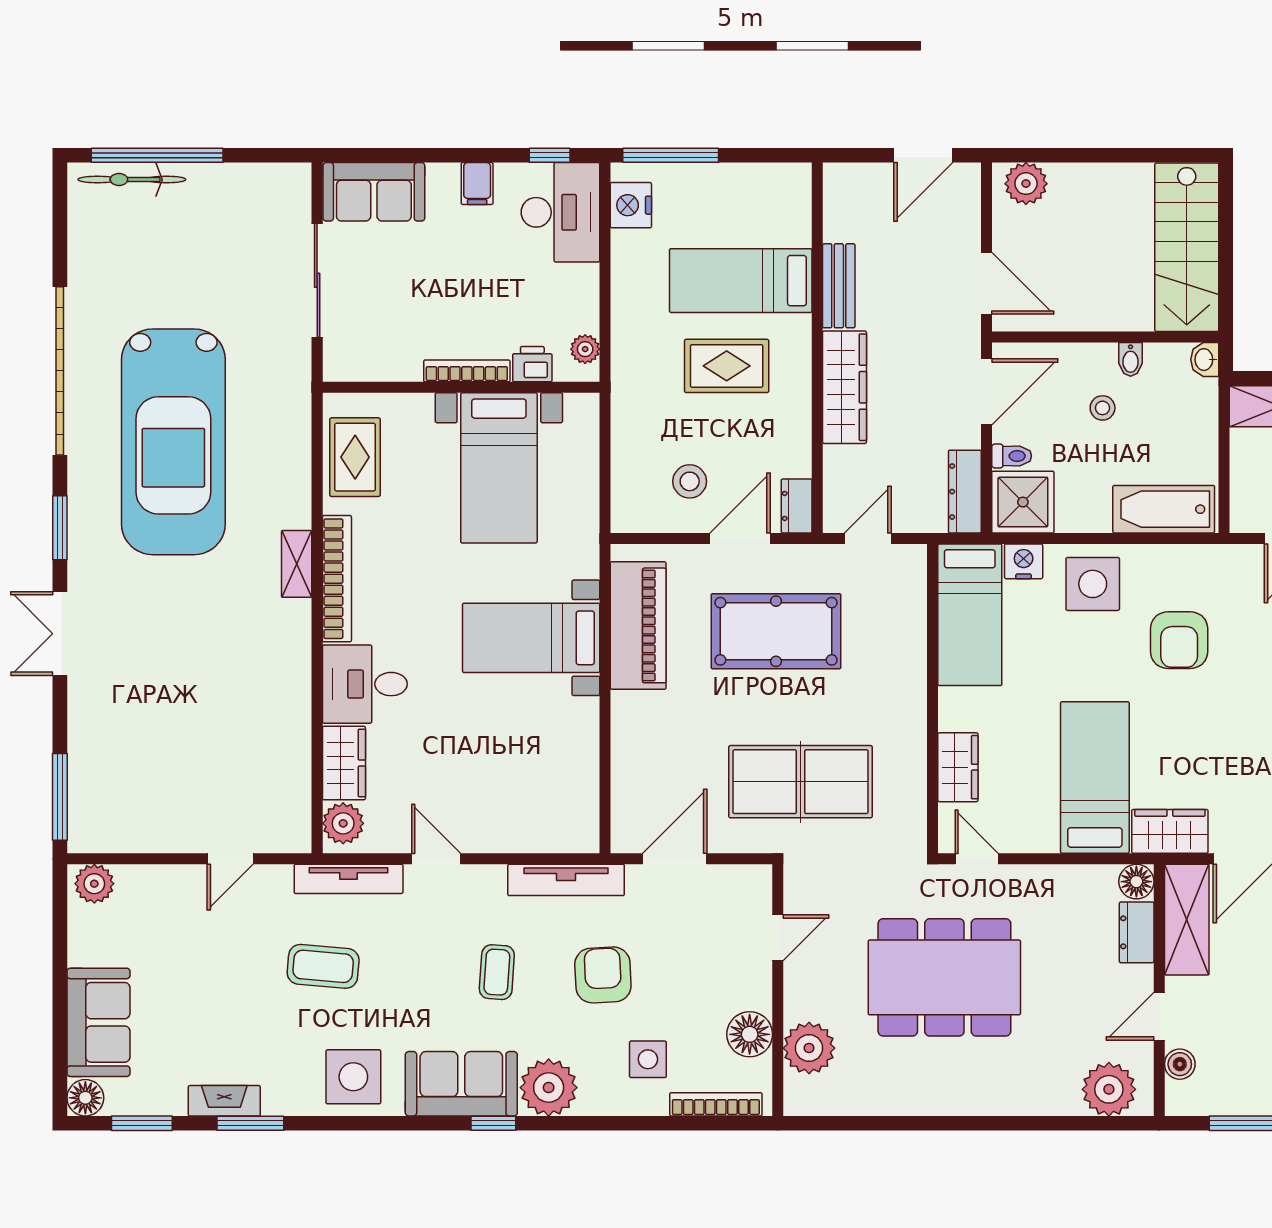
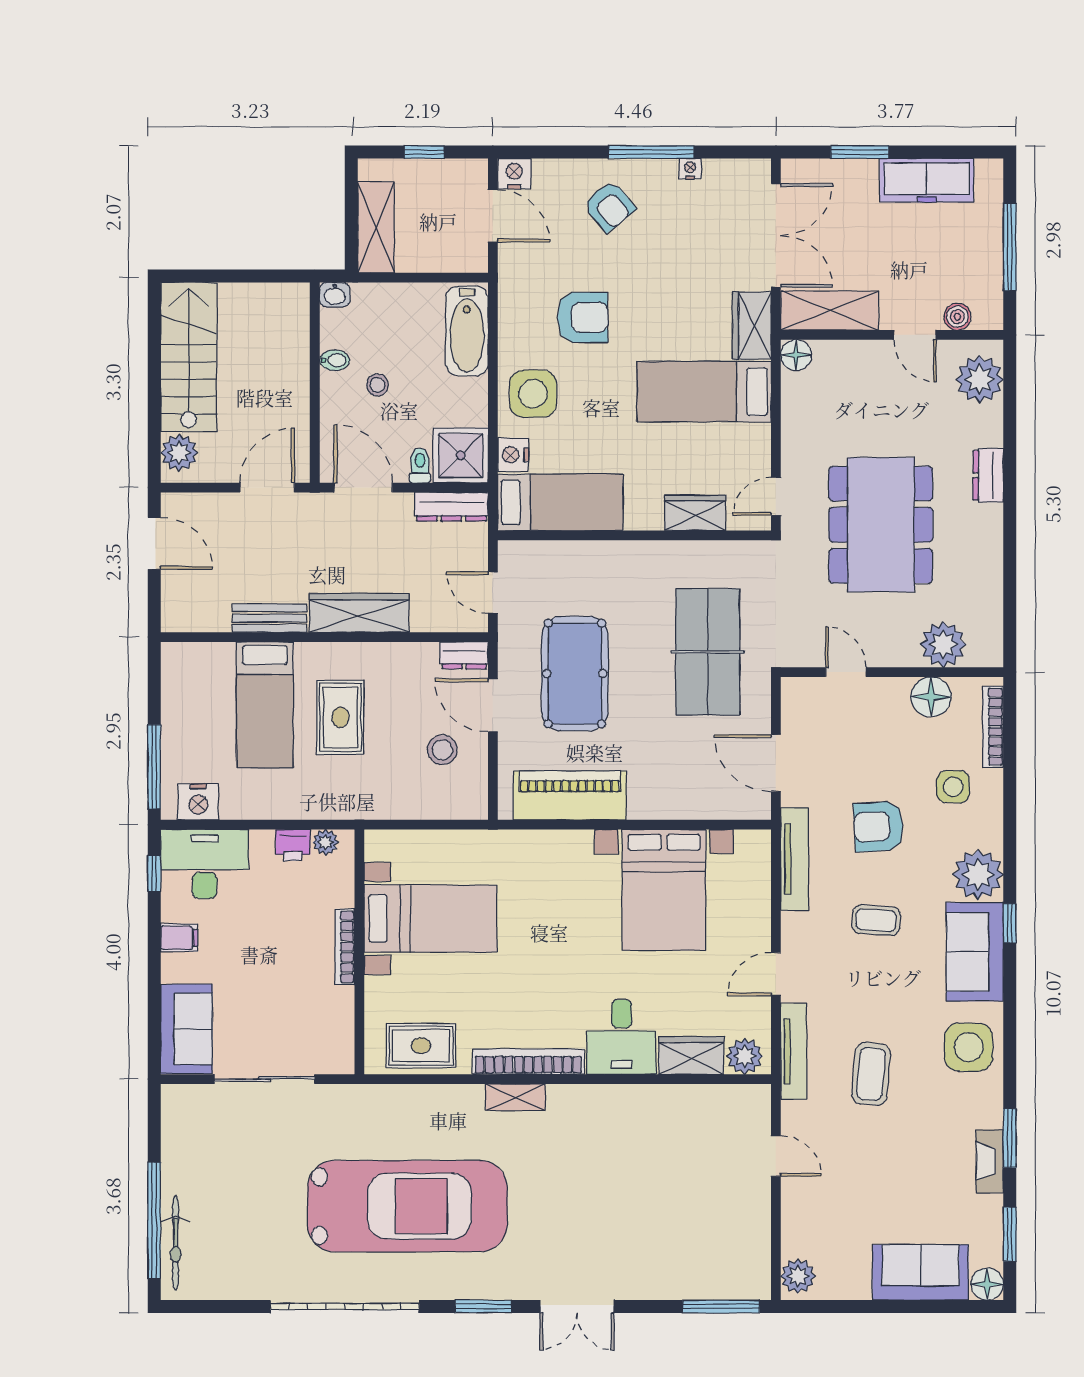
stairs: (1187, 247) -> (189, 357), moved, turned -90
printer: (532, 364) -> (293, 845), moved, turned -90
bed with nightstands: (531, 638) -> (664, 890), moved, width x1.36
dresser: (1137, 932) -> (988, 475), moved, turned 90

